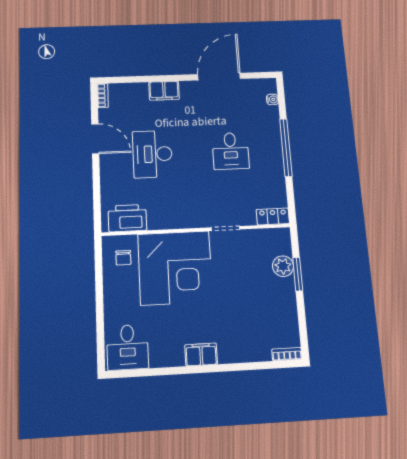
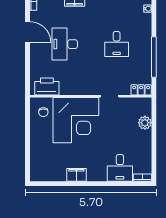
window: (286, 148) -> (154, 57), moved
window: (298, 274) -> (154, 128), removed
desk: (128, 347) -> (120, 168), moved
filing cabinet: (201, 354) -> (76, 175), moved

